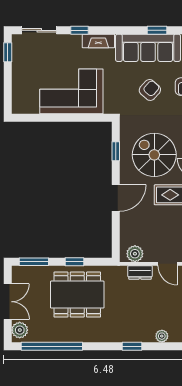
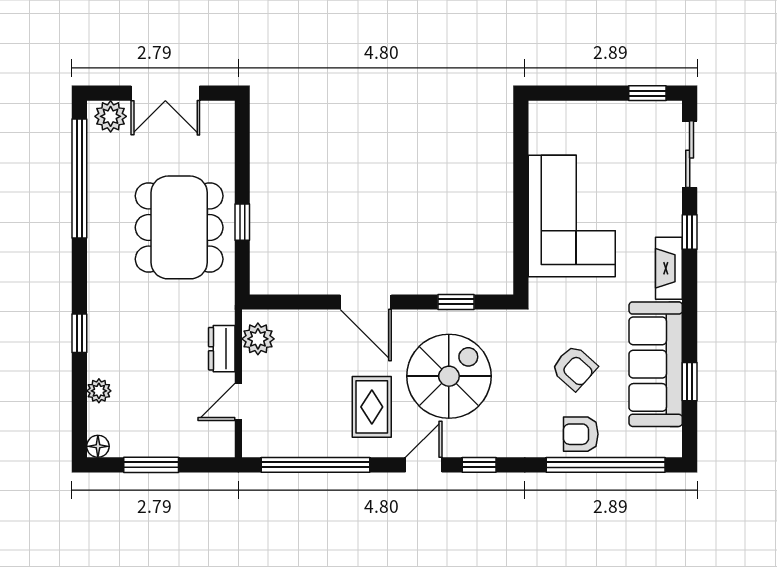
window: (34, 262) -> (242, 144), removed

